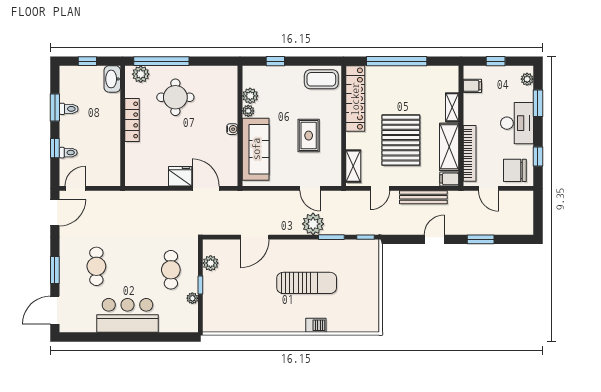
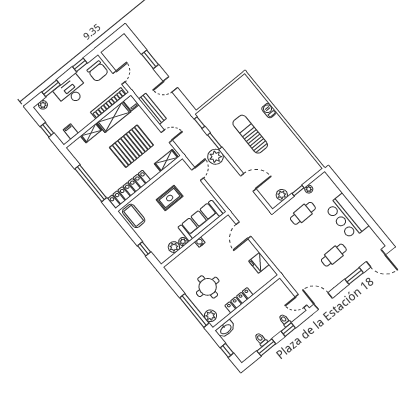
fridge: (180, 176) -> (259, 263), moved

